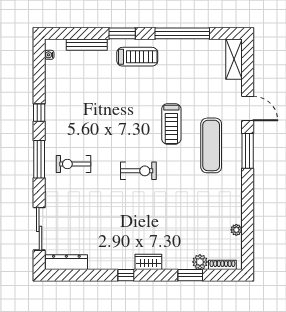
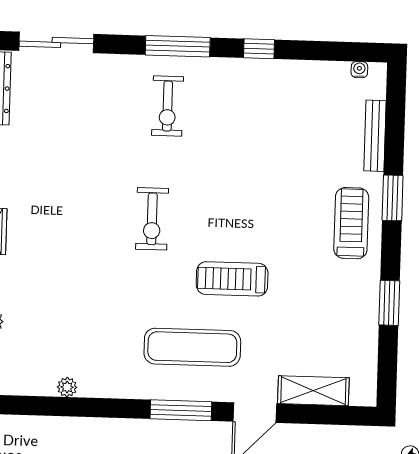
window: (182, 33) -> (389, 303), width x0.47
treadmill: (137, 57) -> (351, 223), turned 180
shelving: (234, 59) -> (313, 391), moved
exercise bike: (74, 164) -> (168, 106), turned 180
plant: (236, 230) -> (67, 387), moved

